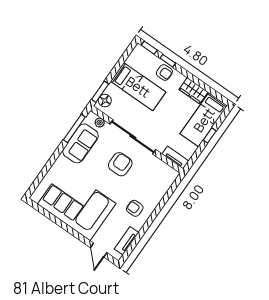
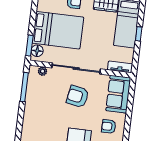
bed: (138, 87) -> (58, 30), width x1.50
sofa: (81, 143) -> (118, 94), moved, turned 180
armchair: (120, 164) -> (78, 96), turned -80

